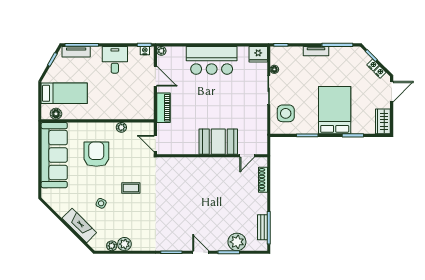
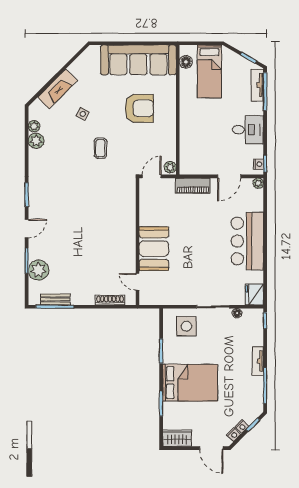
plant: (121, 127) -> (170, 167), moved

